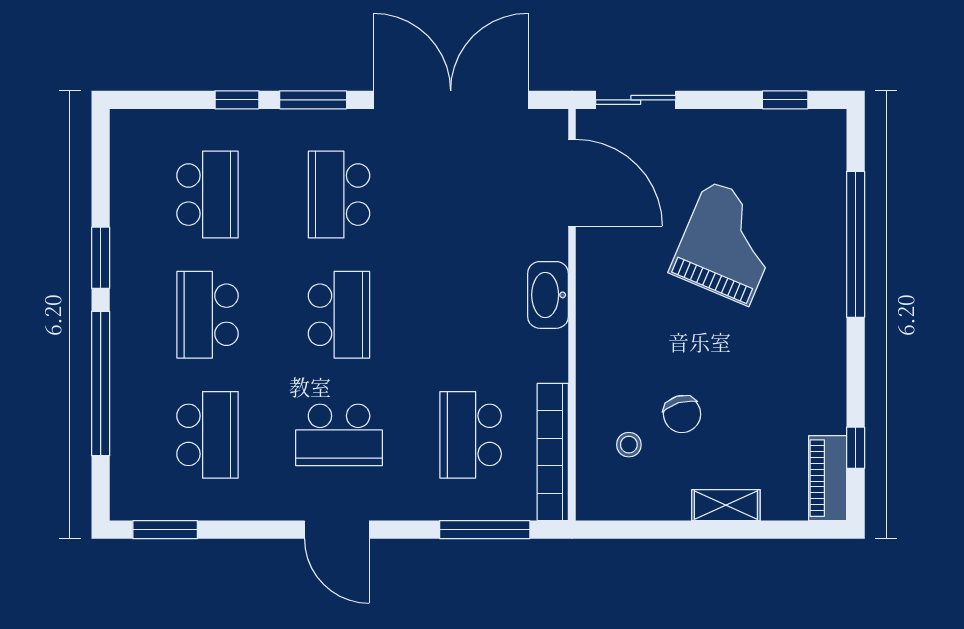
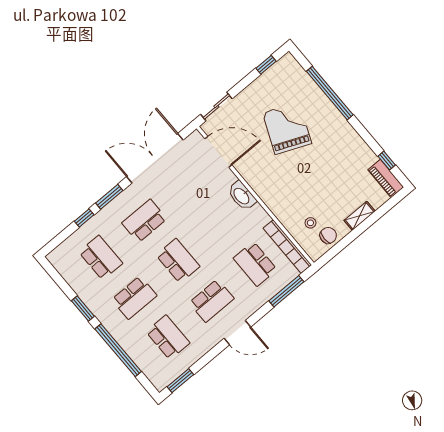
school desk: (339, 195) -> (144, 221), turned 90
school desk: (207, 315) -> (134, 298), turned -90
chair: (682, 414) -> (328, 235), moved, turned -73

